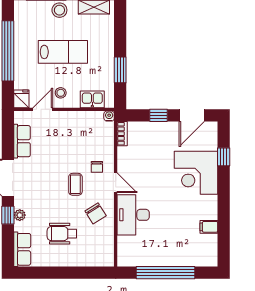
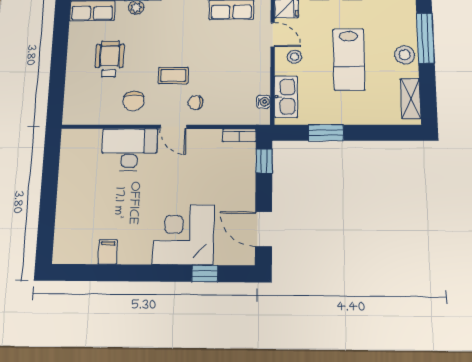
kitchen sink: (92, 99) -> (286, 97), width x1.38
window: (159, 115) -> (264, 161), moved
water cooler: (109, 116) -> (263, 102), moved
door: (116, 183) -> (173, 127), hinge flipped
chair: (96, 213) -> (134, 101), turned -58
window: (165, 273) -> (49, 192), removed

